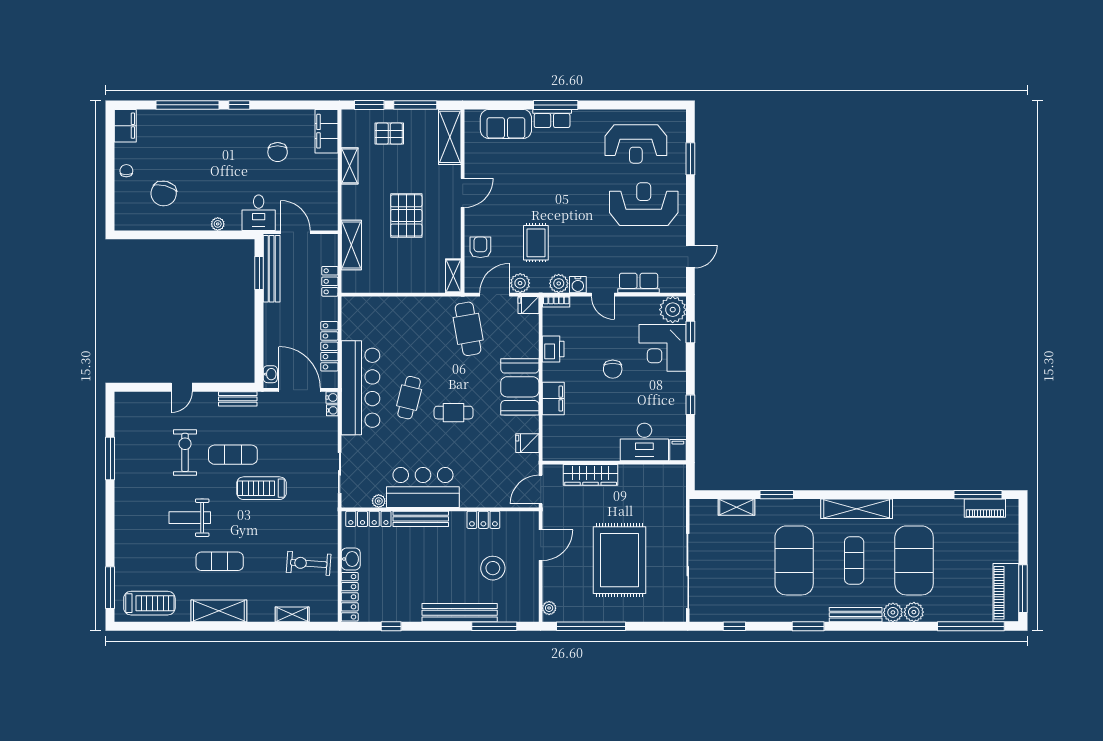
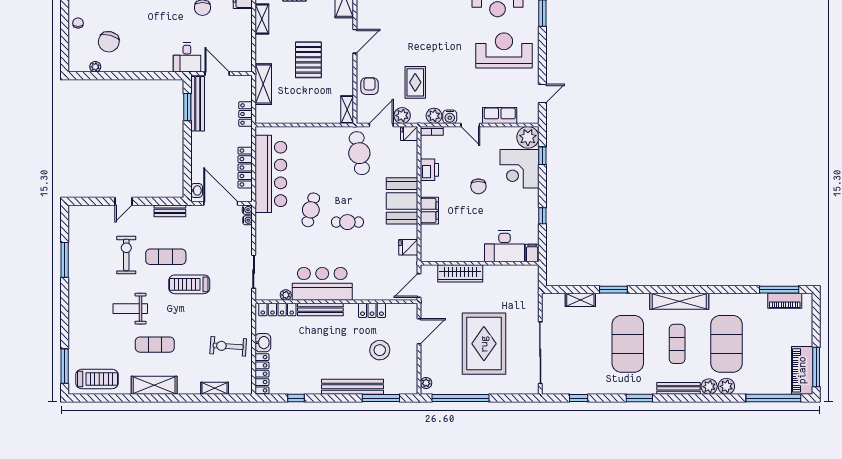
plant: (218, 224) -> (95, 67), moved
bar counter: (360, 388) -> (271, 174), moved

